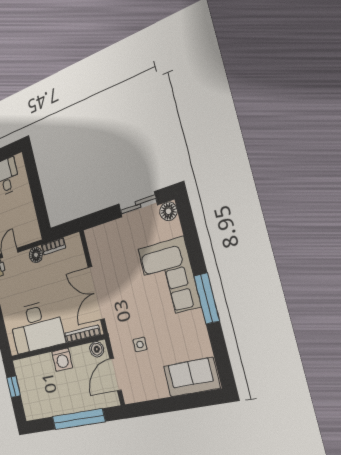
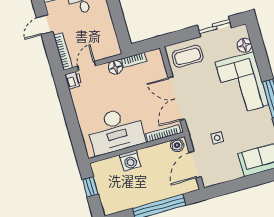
floor lamp: (168, 211) -> (244, 45), moved
coffee table: (108, 242) -> (188, 56), added
washing machine: (62, 360) -> (130, 161), moved

